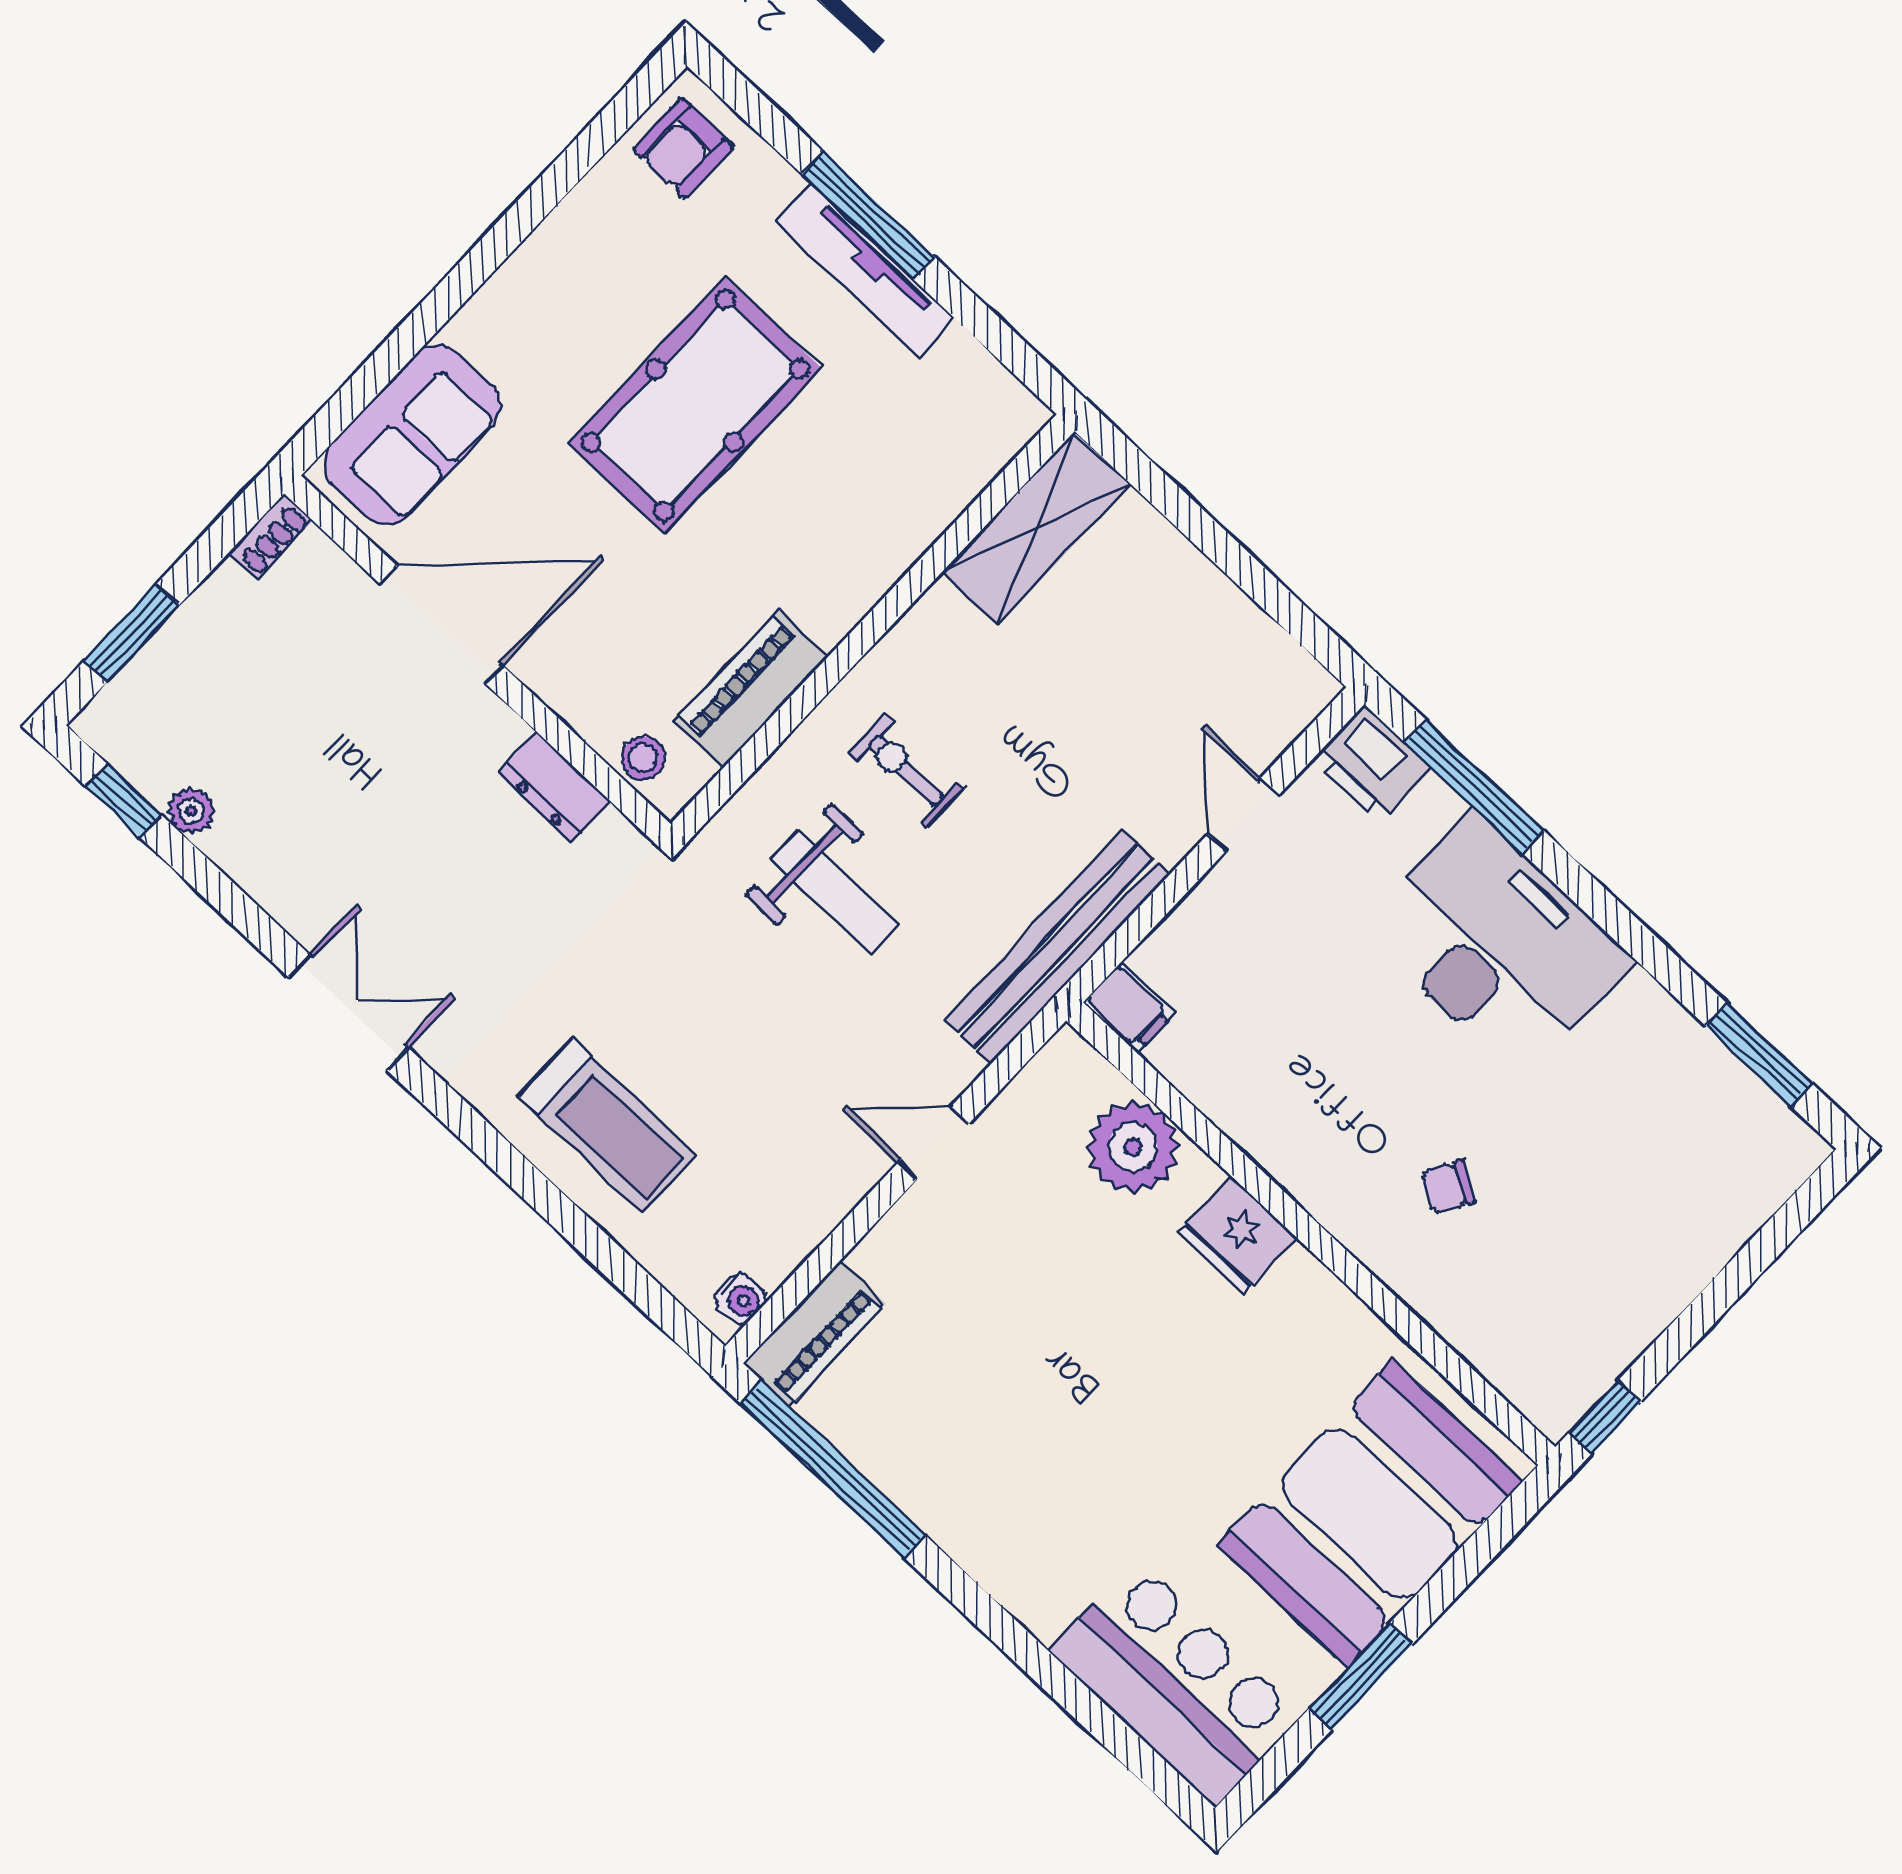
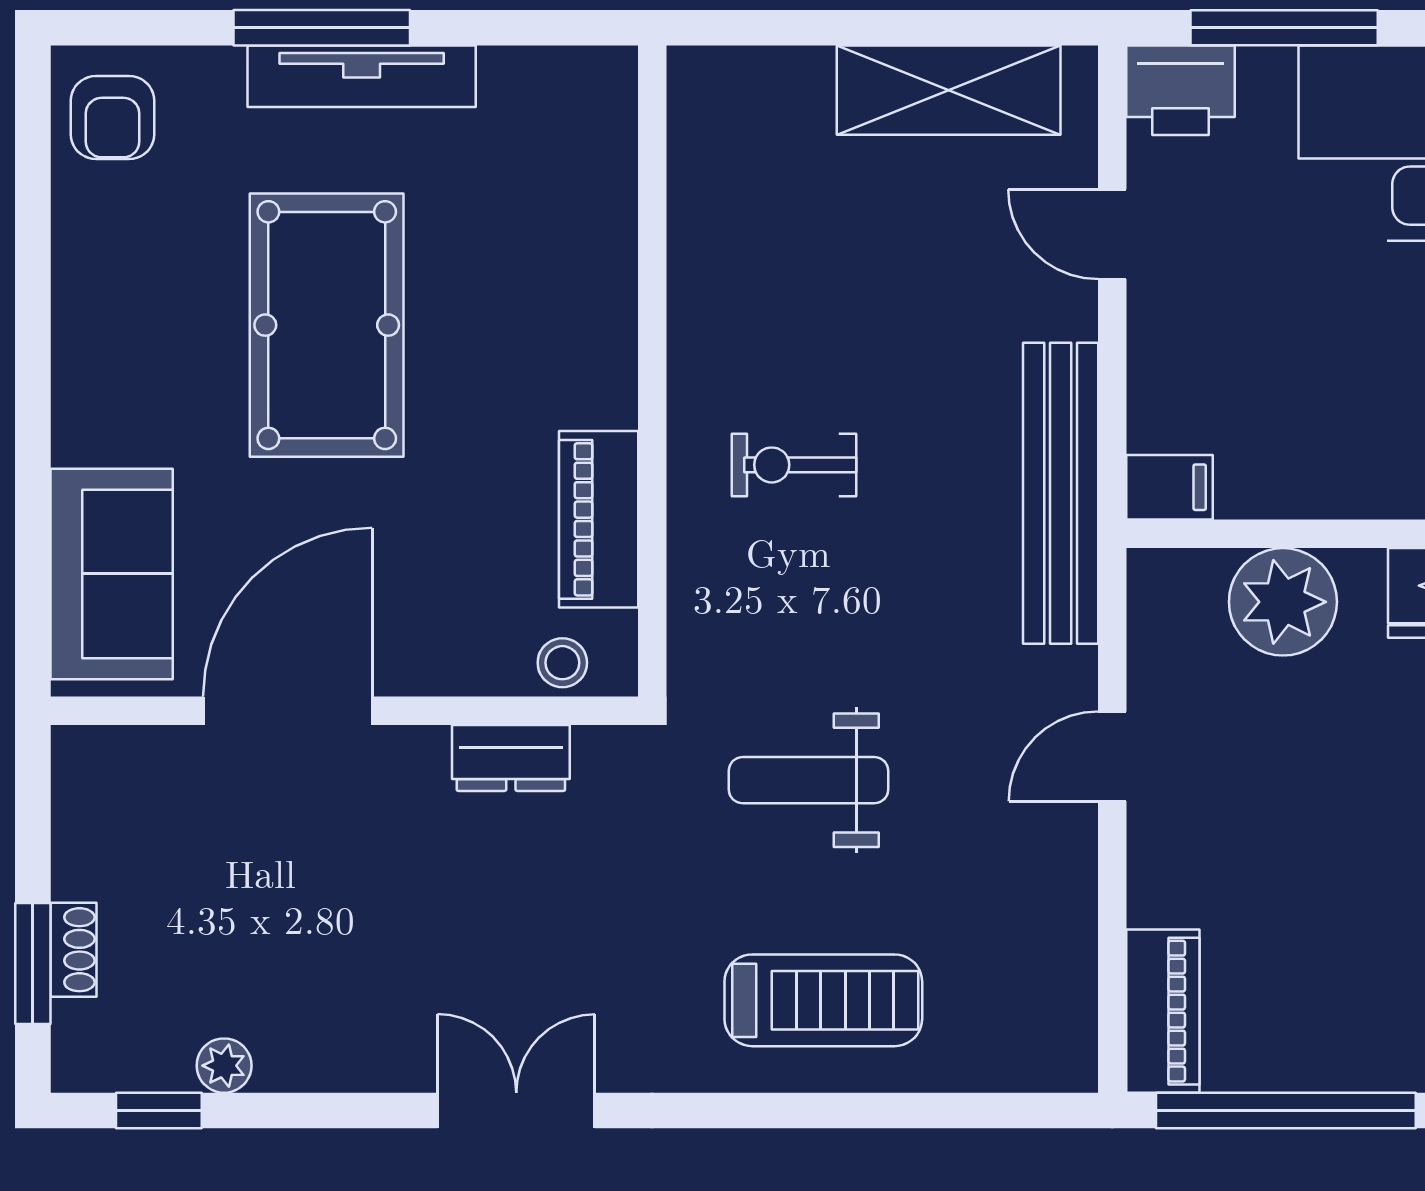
shelving: (1037, 528) -> (949, 90), moved, turned 90
shoe rack: (271, 537) -> (73, 950), moved
weight bench: (834, 892) -> (808, 780), moved, turned 180
water cooler: (741, 1298) -> (1073, 1040), removed

